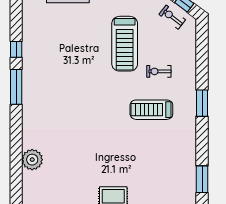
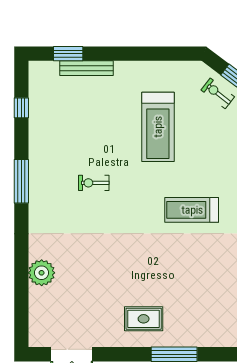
window: (16, 49) -> (21, 108), moved
exercise bike: (159, 71) -> (94, 183), moved

